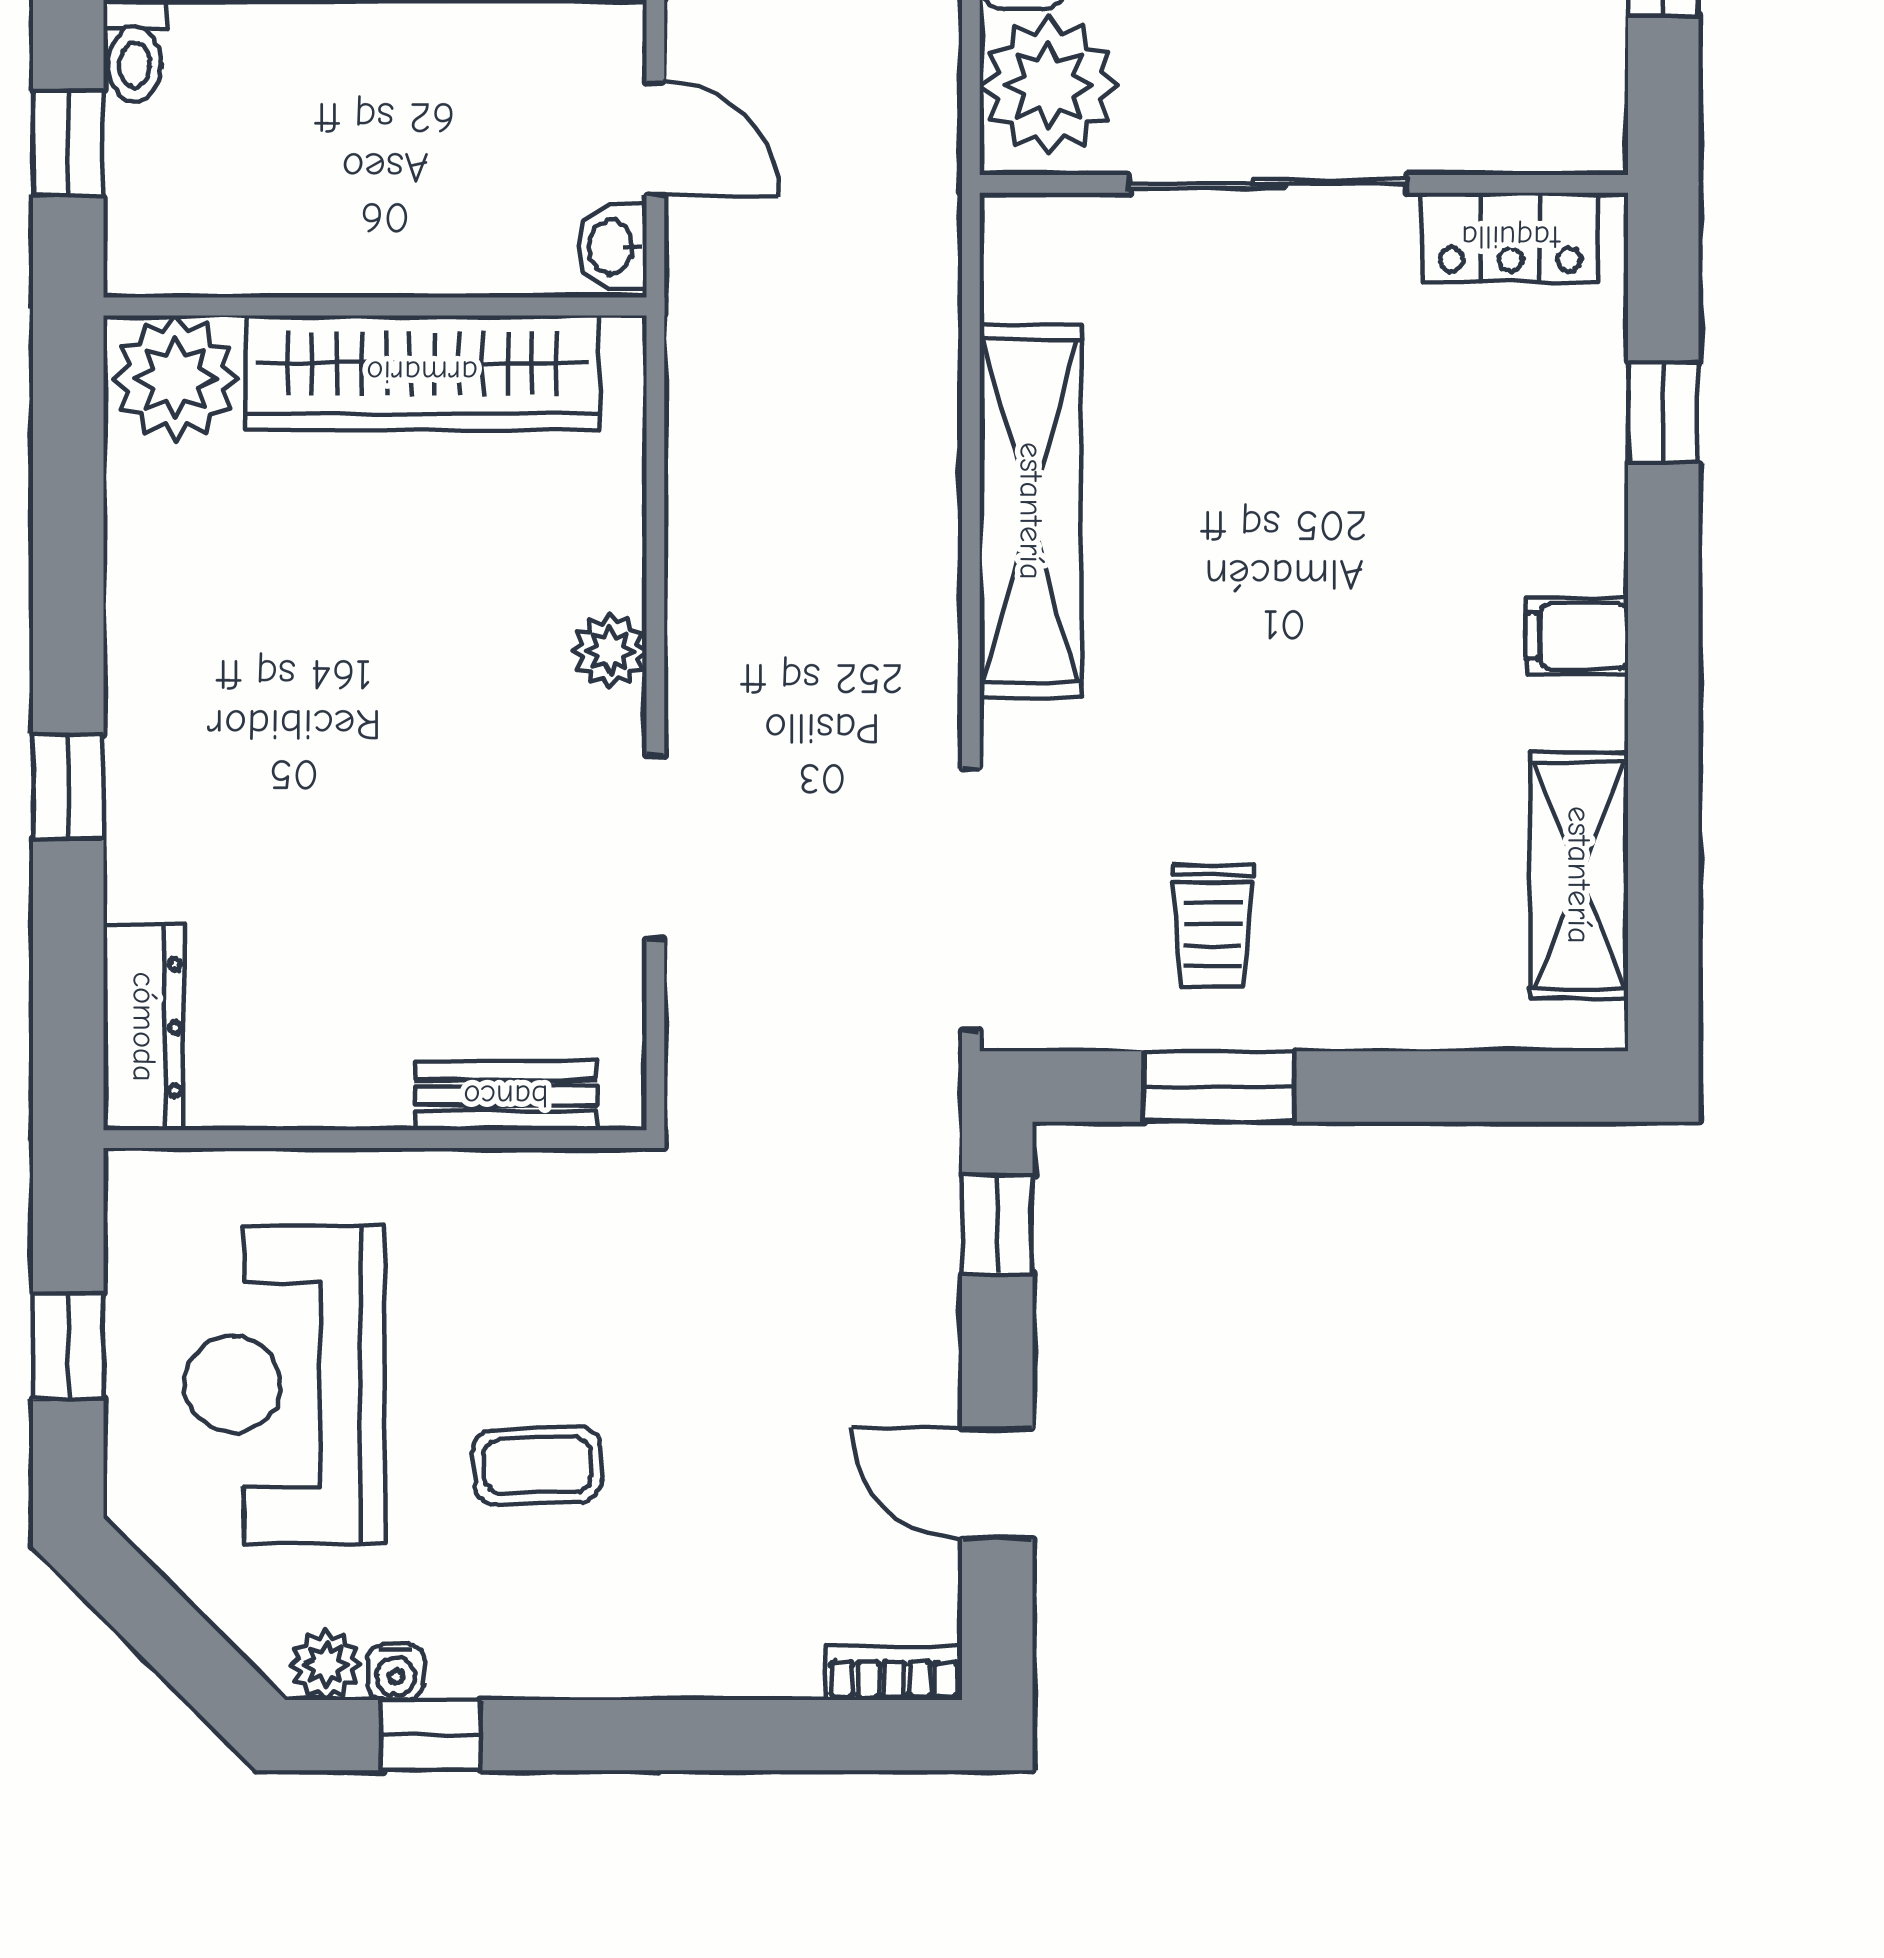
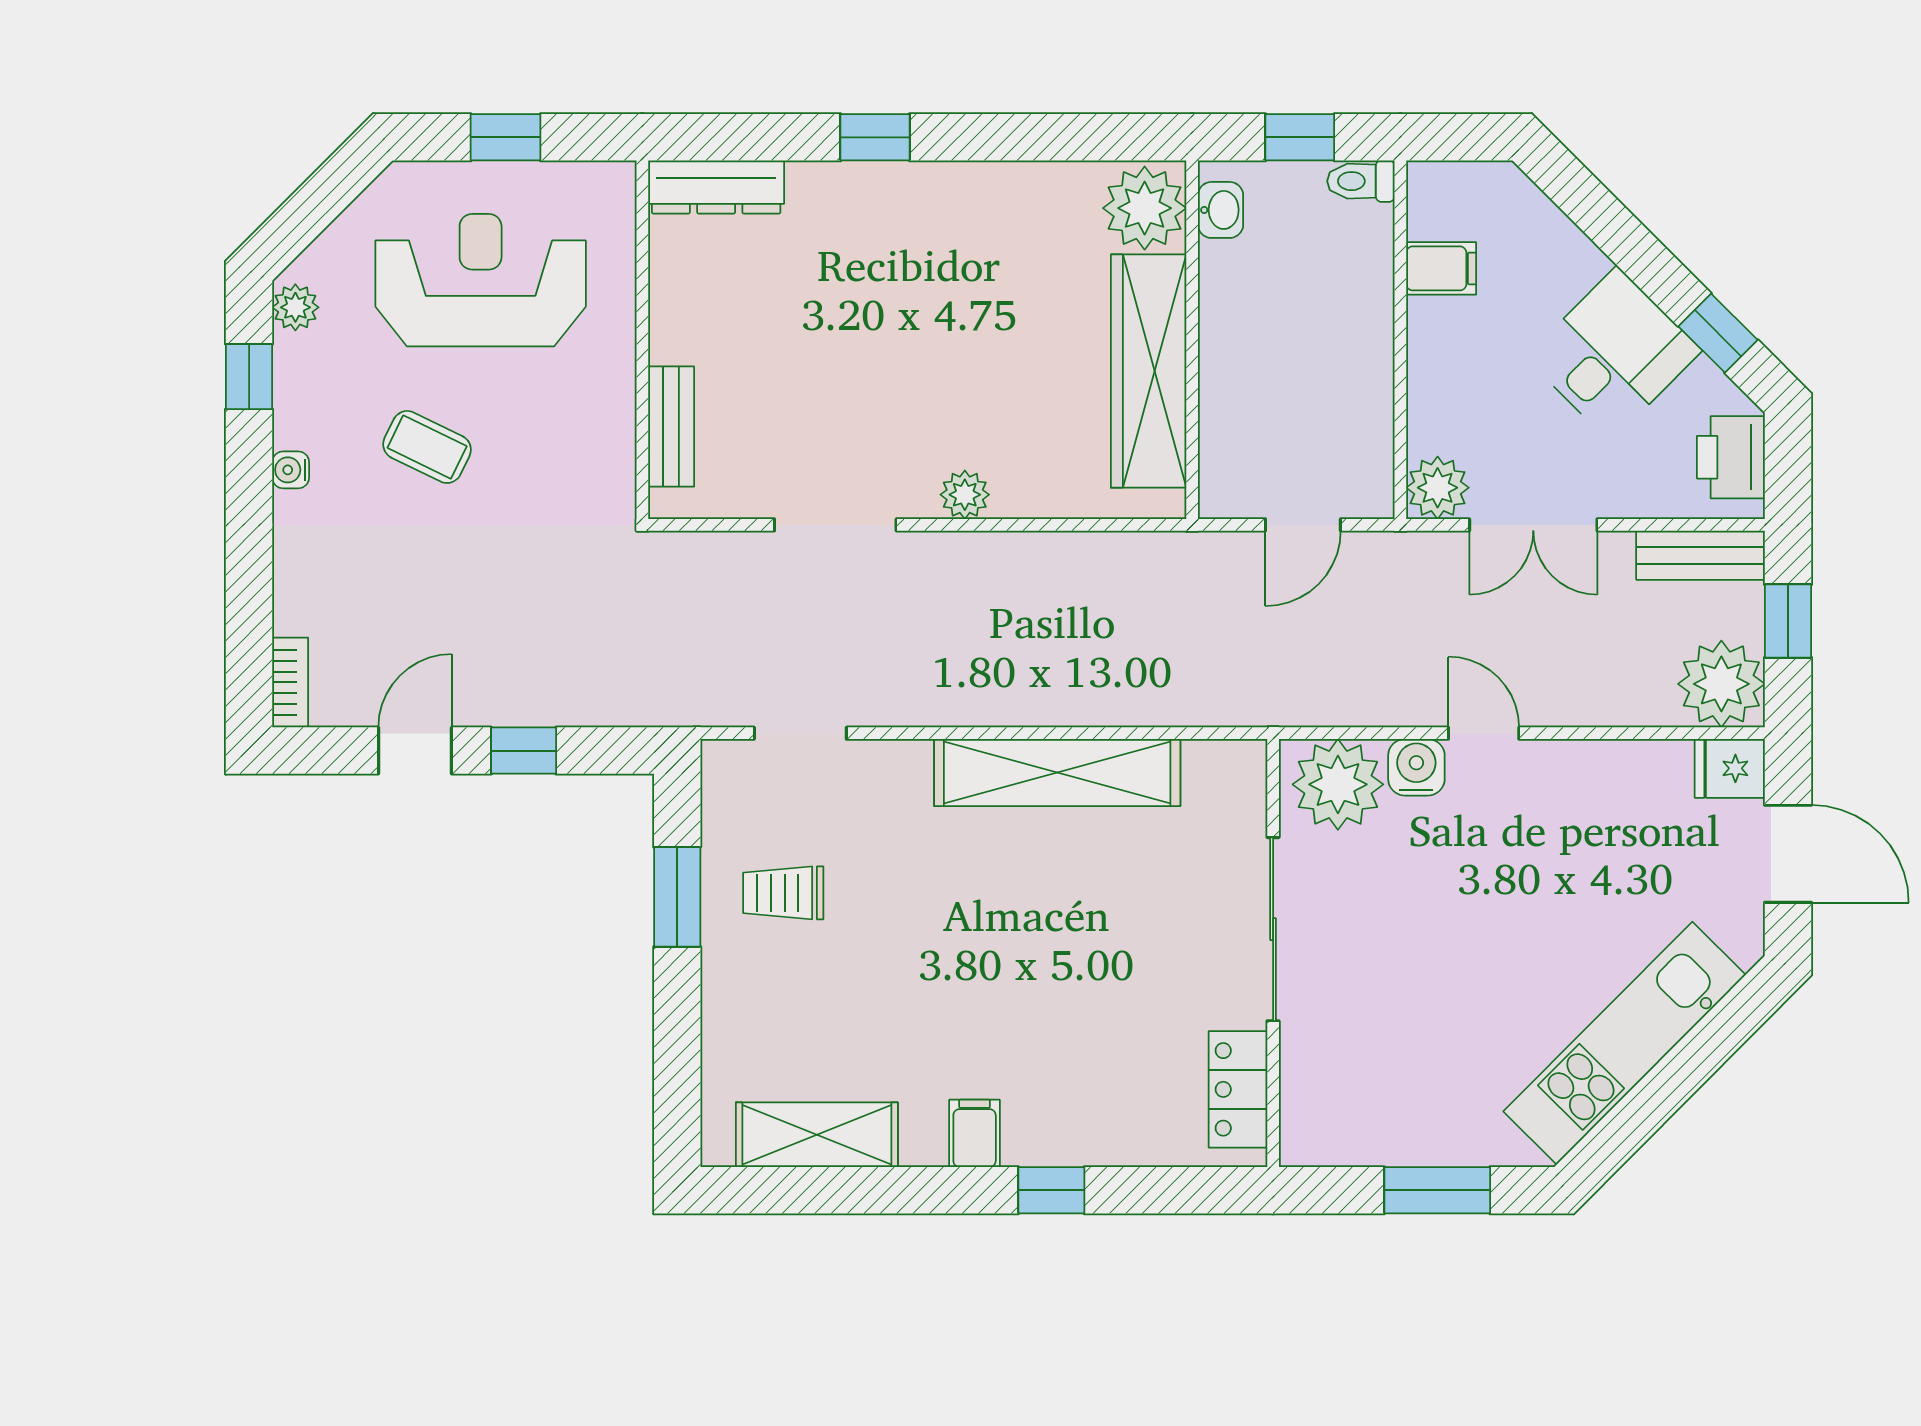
washbasin: (612, 247) -> (1221, 210), moved, turned 90
window: (1663, 413) -> (1051, 1190), moved
doorway: (971, 900) -> (800, 733), width x0.53
window: (997, 1225) -> (524, 751), moved
coffee table: (537, 1465) -> (427, 447), turned -62
water cooler: (396, 1672) -> (291, 470), moved

